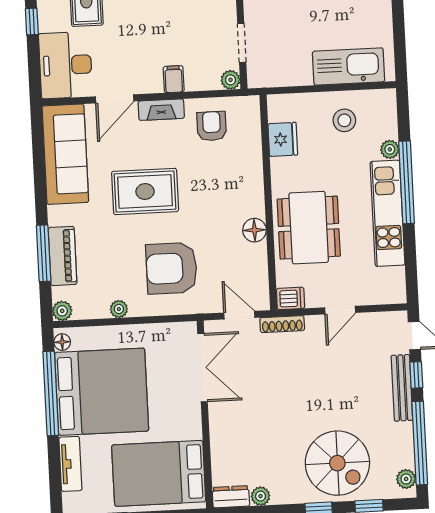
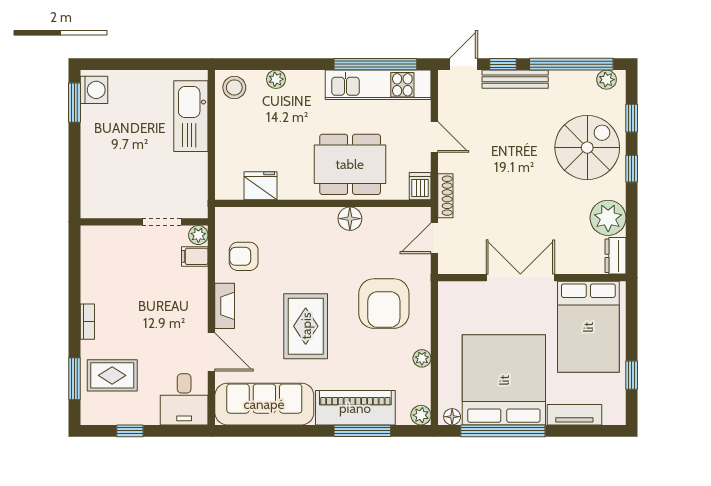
desk: (66, 65) -> (184, 399), width x0.73
filing cabinet: (174, 79) -> (195, 256), moved
stool: (344, 120) -> (234, 87), moved
window: (407, 182) -> (375, 64), moved
kitchen unit: (387, 213) -> (378, 85), moved
piano: (63, 256) -> (355, 408), width x1.37, depth x1.33
double door: (202, 368) -> (520, 278), moved
plant: (261, 496) -> (608, 218), width x1.88, depth x1.88

